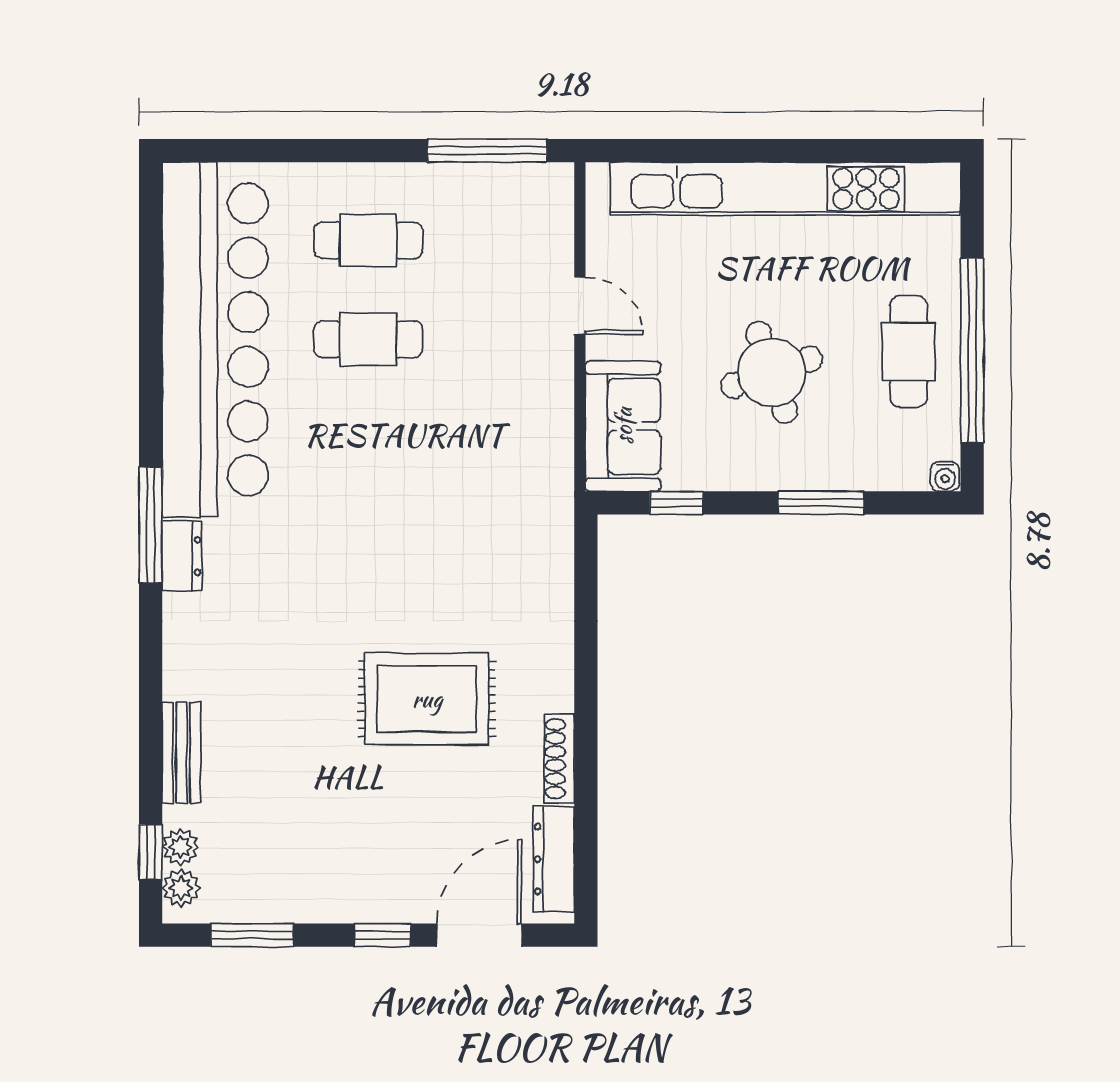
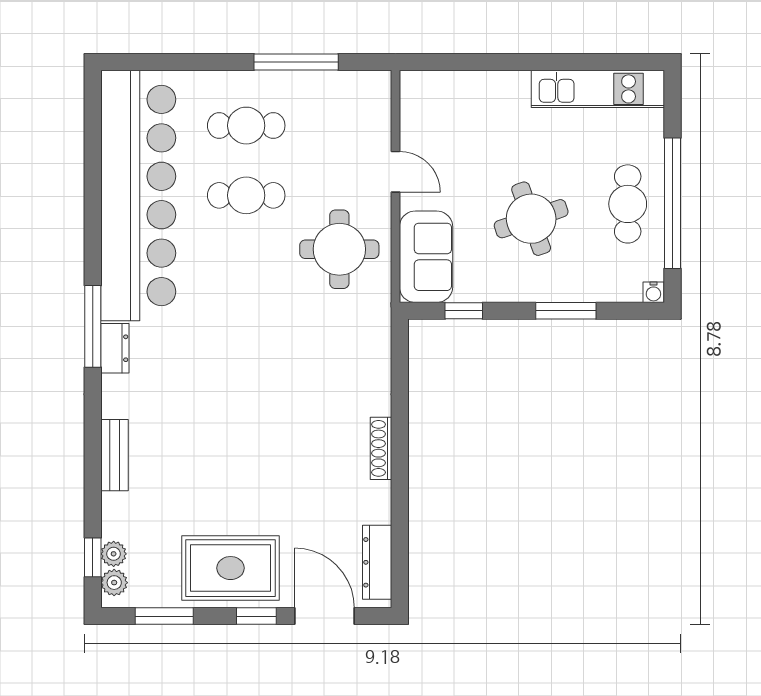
window: (487, 151) -> (296, 62), moved
kitchen unit: (785, 189) -> (598, 89), width x0.54
round table: (500, 416) -> (339, 249), added
rug: (427, 699) -> (231, 568), moved
bench: (181, 752) -> (114, 455), moved
shoe rack: (559, 759) -> (381, 448), moved
door: (479, 935) -> (325, 616), hinge flipped

